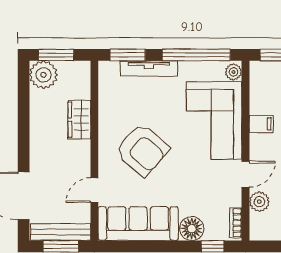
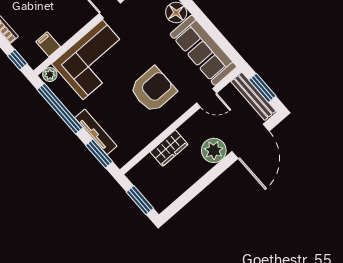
plant: (43, 75) -> (214, 150), moved
filing cabinet: (261, 124) -> (48, 44), moved
armchair: (142, 150) -> (153, 90), turned 49

